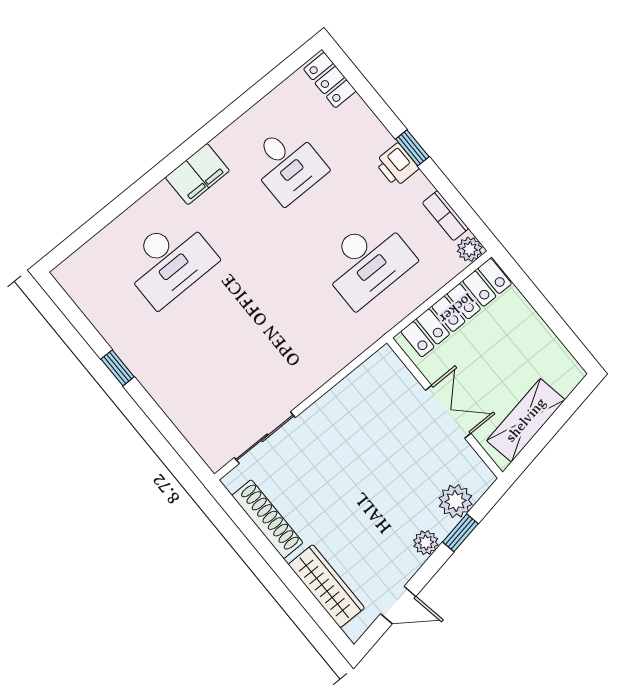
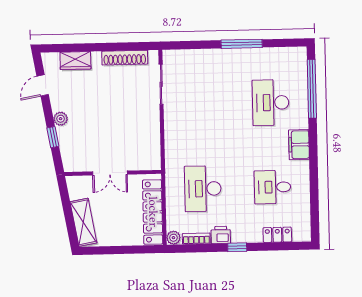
locker: (330, 80) -> (277, 235), moved
printer: (397, 165) -> (221, 235), moved
window: (104, 218) -> (312, 89), added
window: (118, 368) -> (242, 44), width x2.17
shelving: (526, 420) -> (83, 222), moved
plant: (456, 501) -> (68, 146), removed
wardrobe: (326, 586) -> (75, 61), width x0.67

